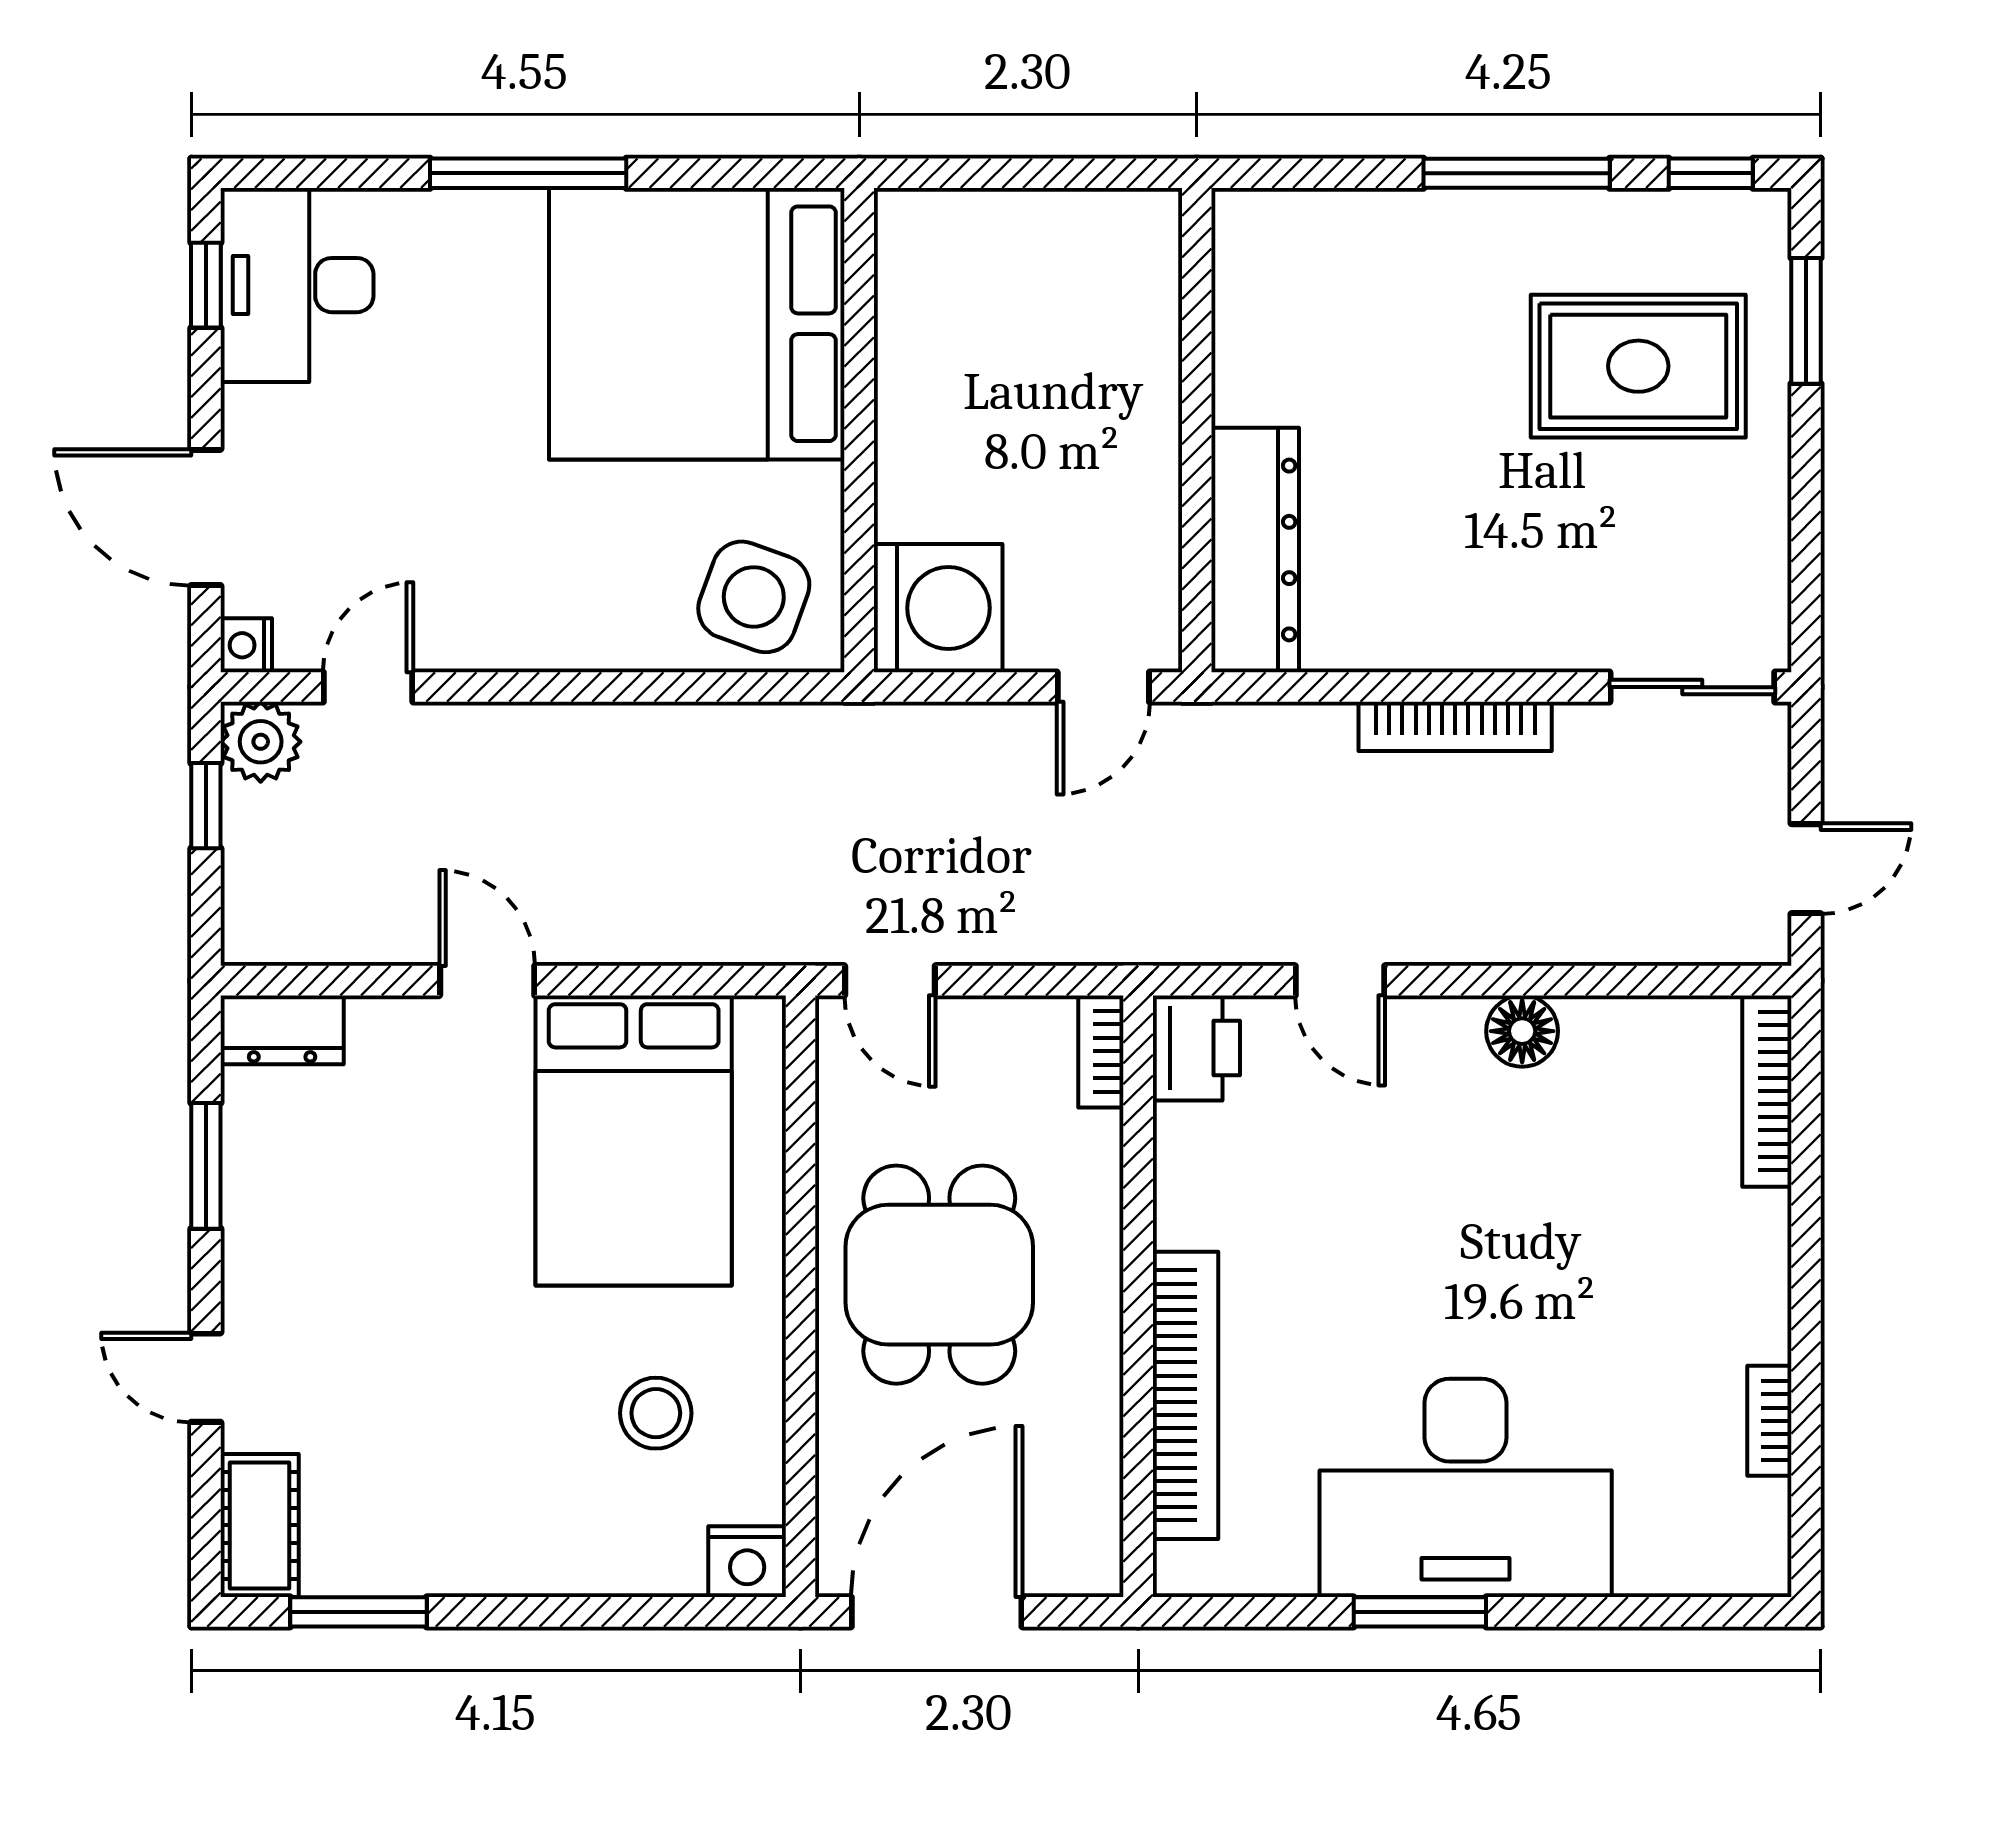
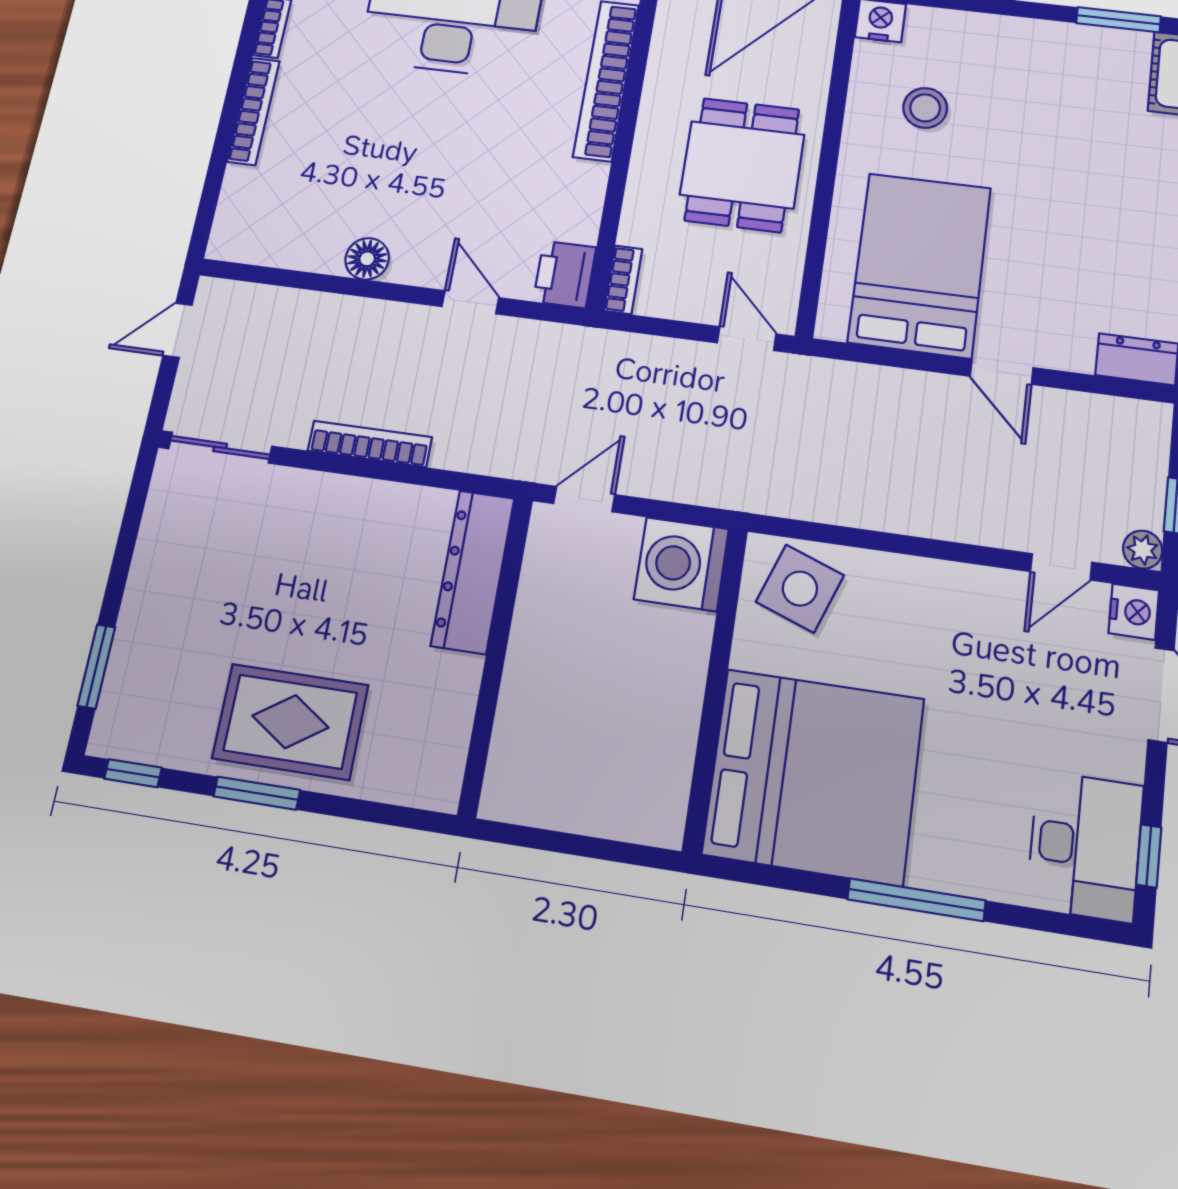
window: (1517, 173) -> (257, 793), width x0.69
rug: (1638, 366) -> (290, 722), moved
nightstand: (246, 645) -> (1134, 612), width x1.39, depth x1.35
plant: (261, 742) -> (1143, 550), width x0.73, depth x0.73
bookcase: (1767, 1091) -> (254, 111), moved

